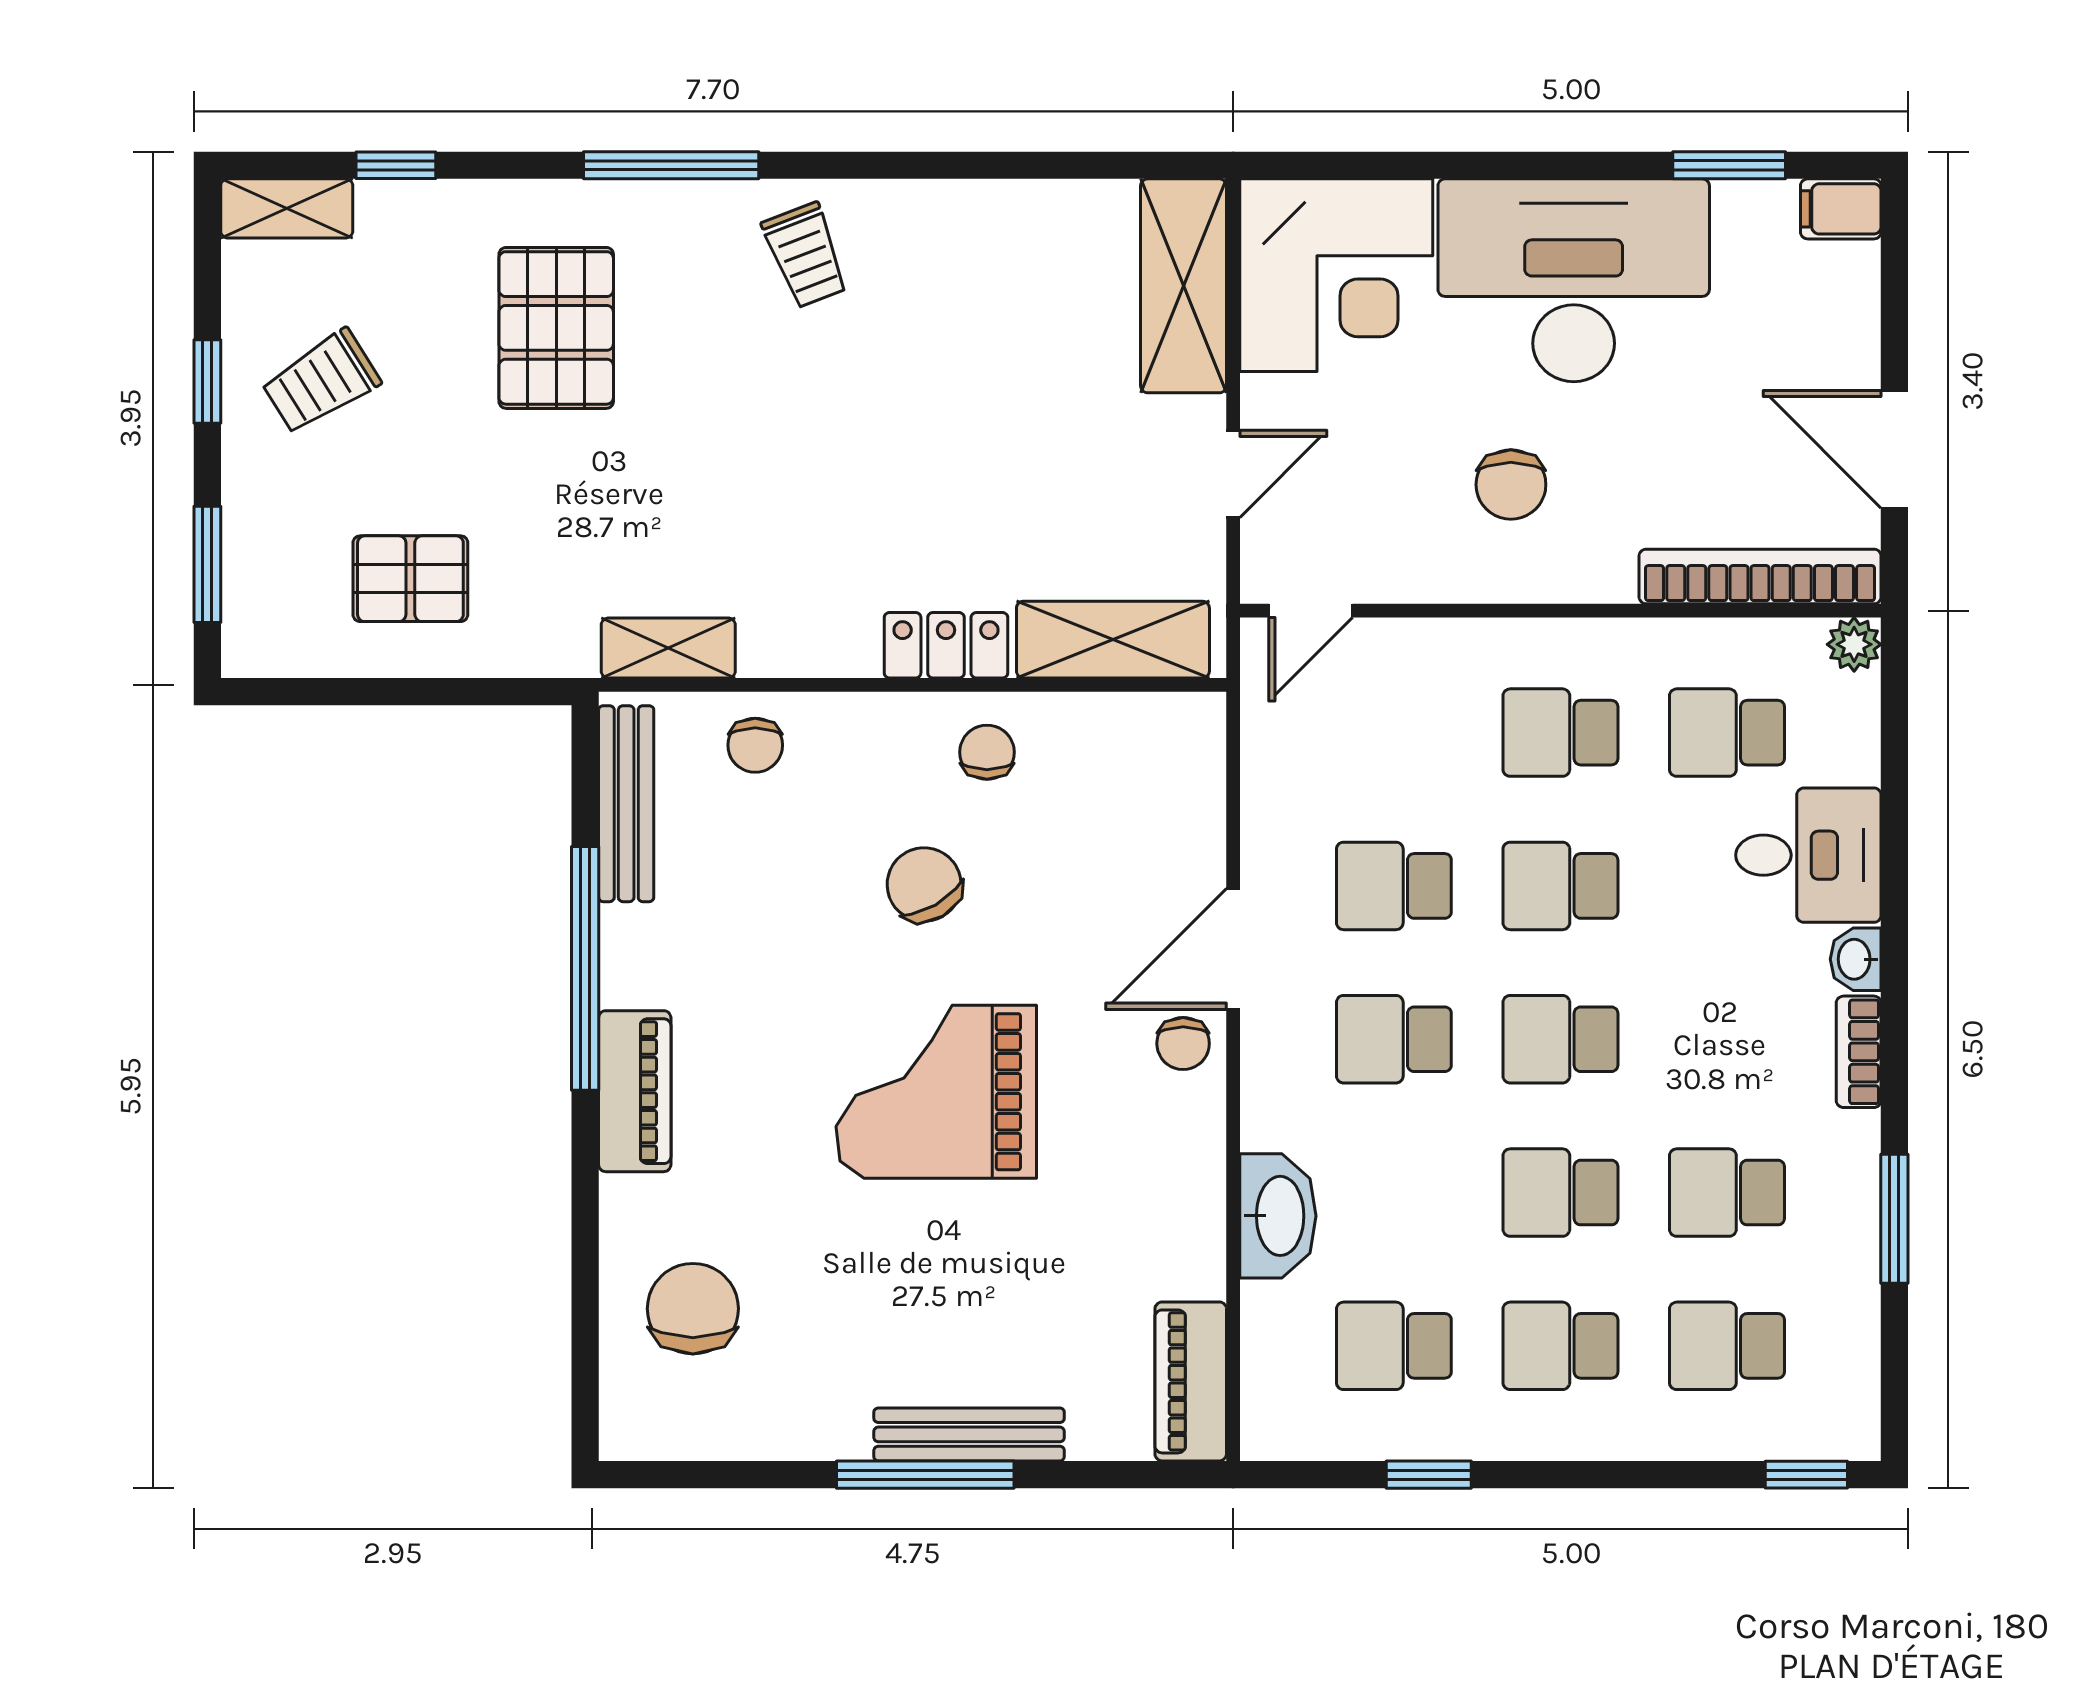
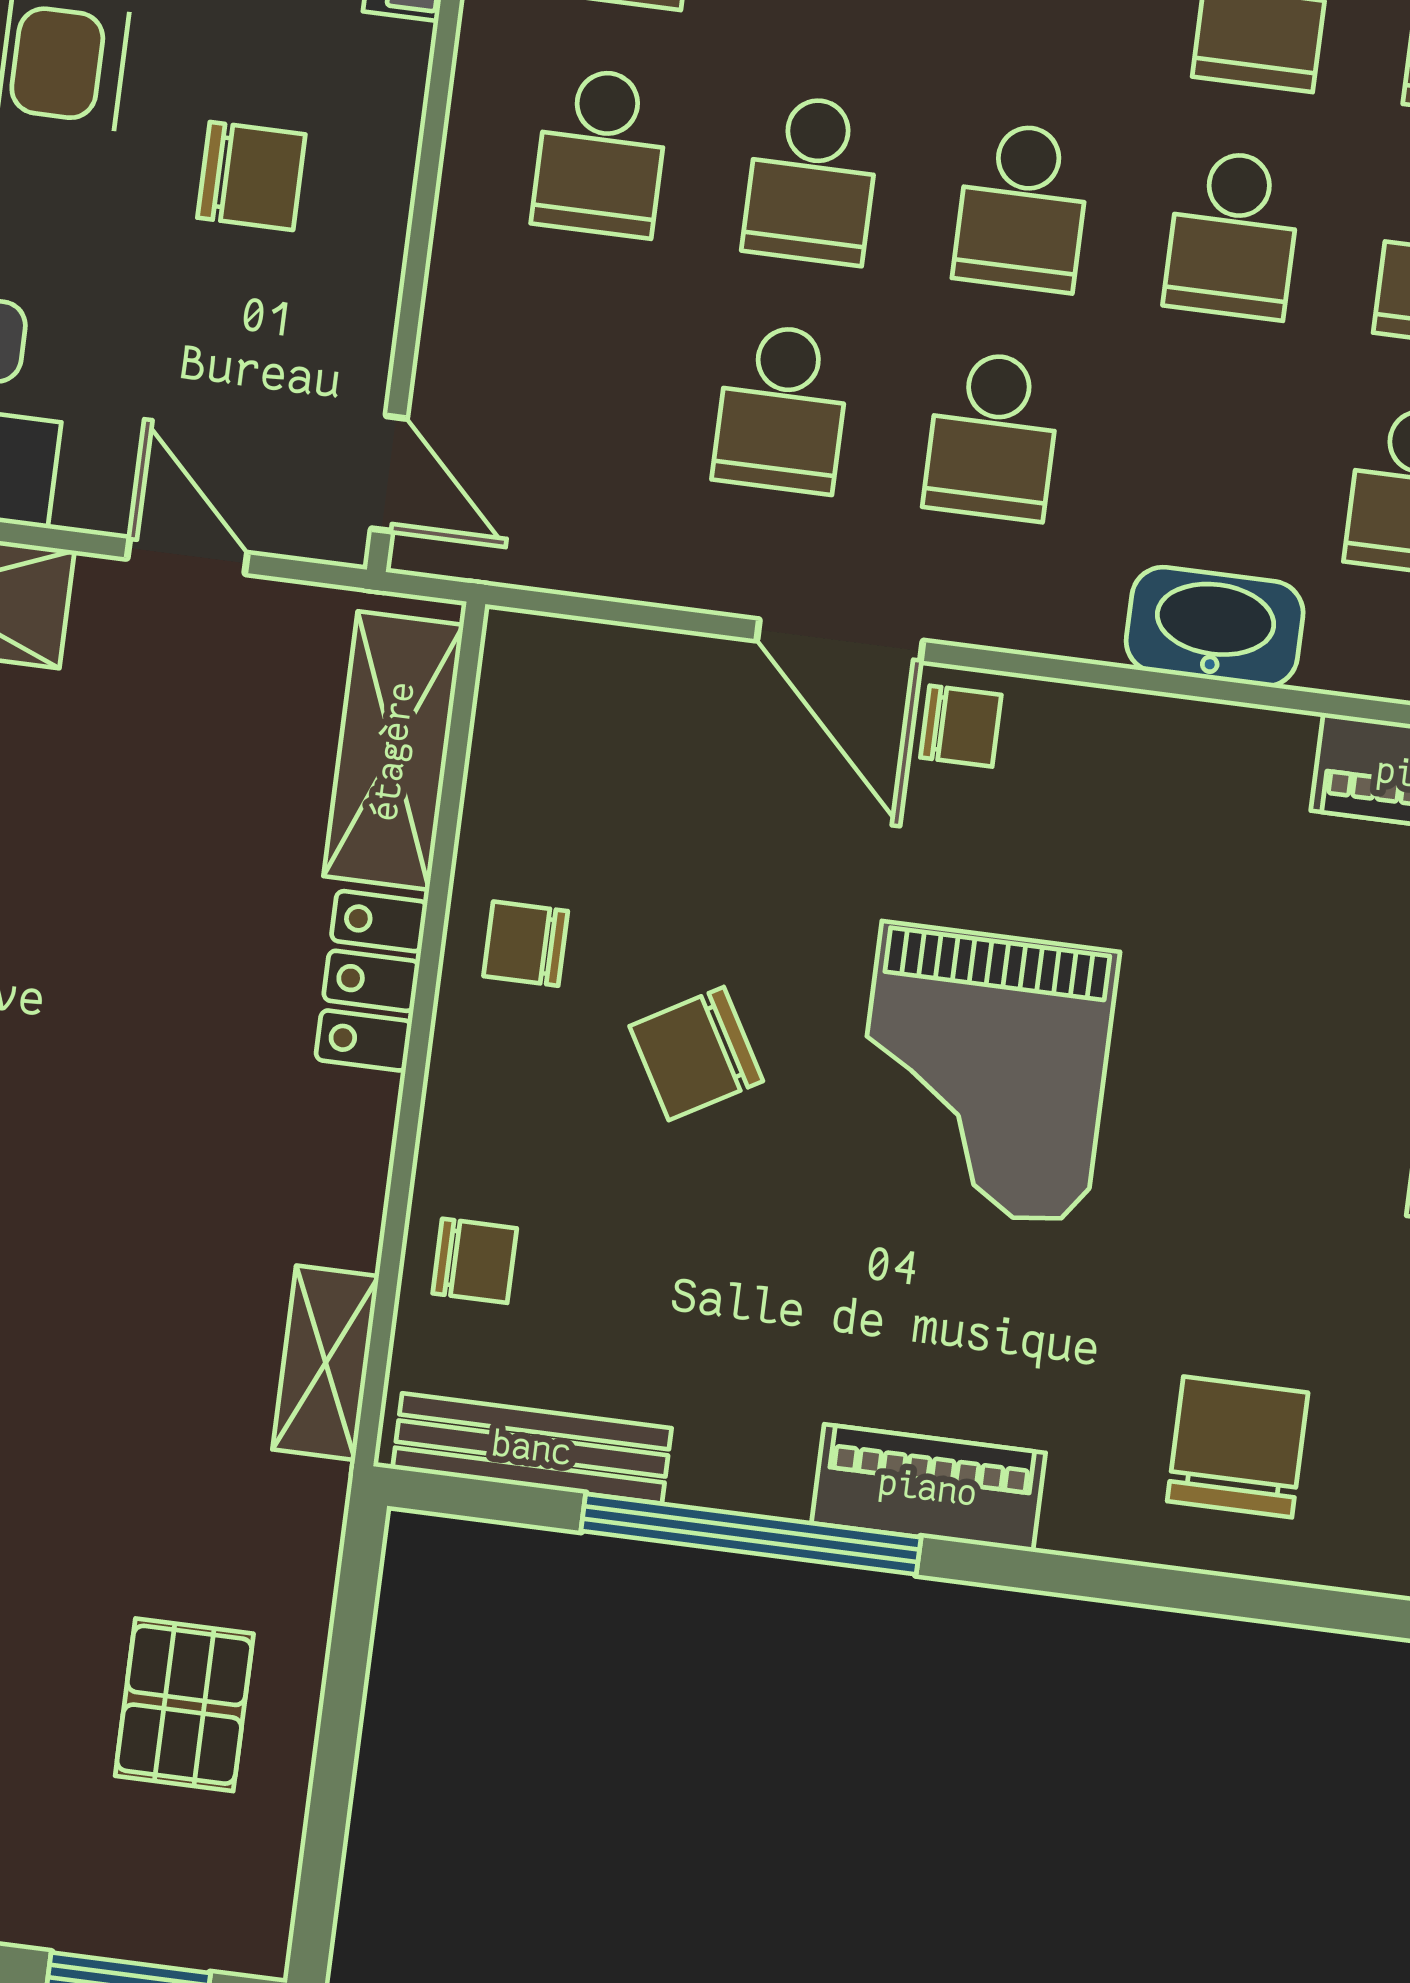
chair: (693, 1309) -> (1238, 1447), turned 90

